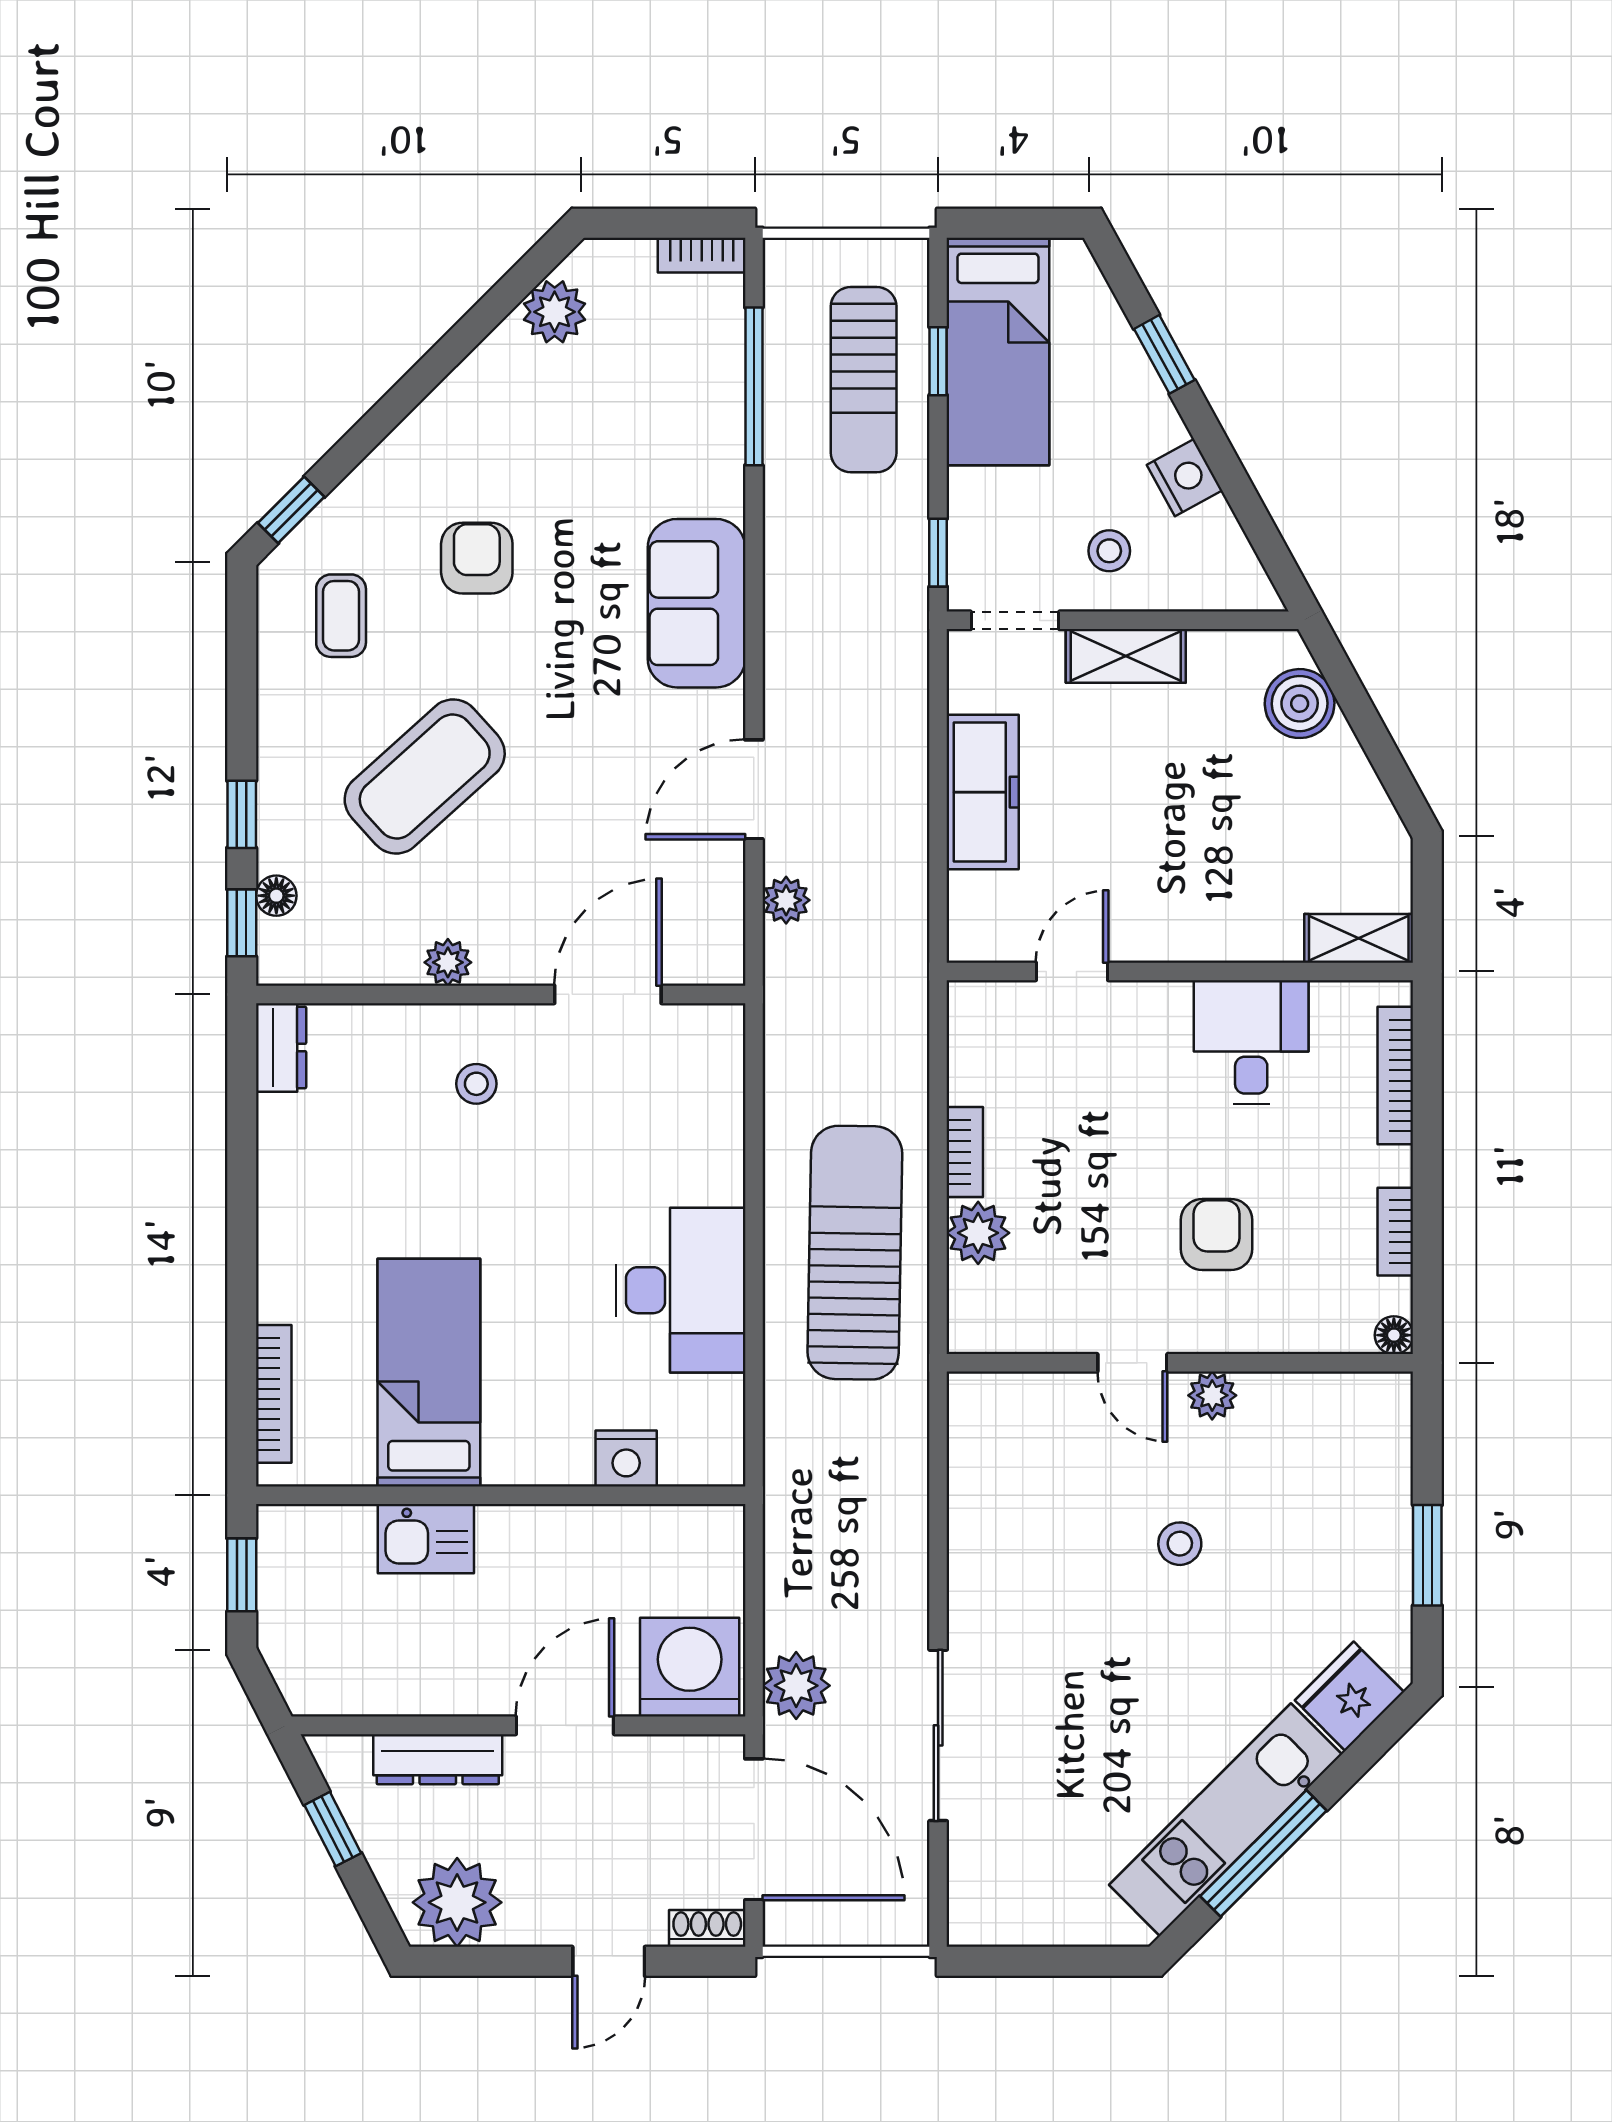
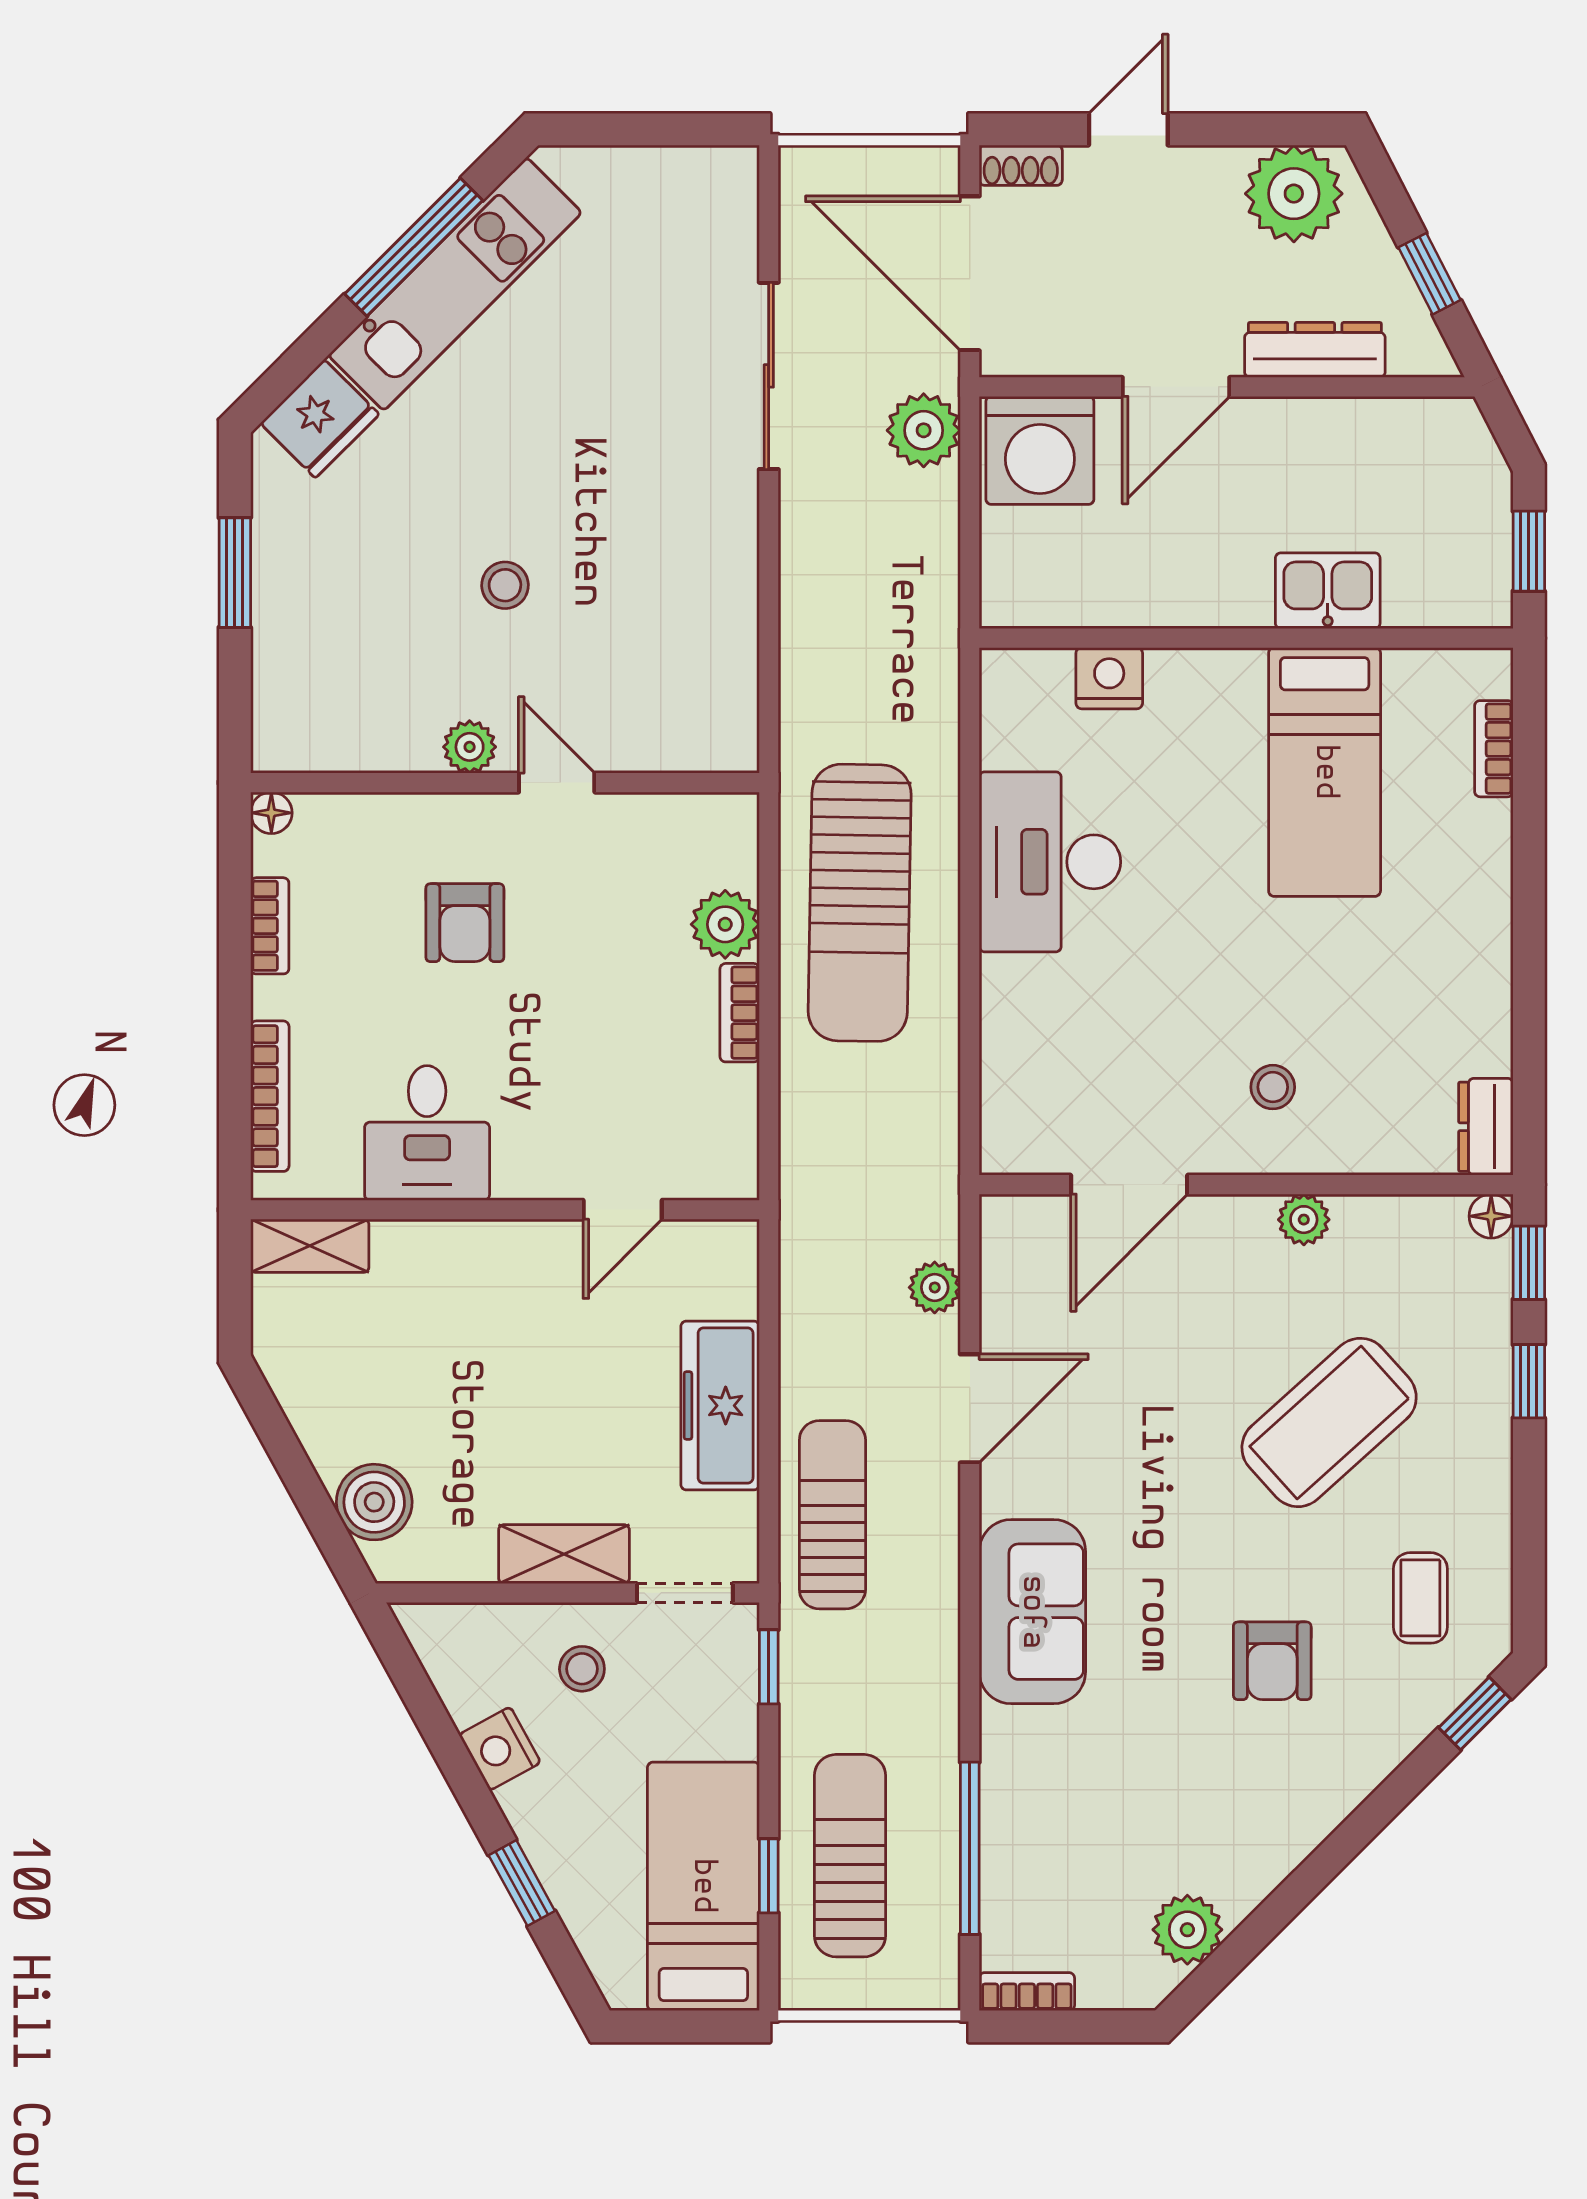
sun lounger: (880, 692) -> (832, 1515), added
floor lamp: (276, 896) -> (1491, 1216), moved
bookcase: (274, 1394) -> (1494, 749), width x0.64

